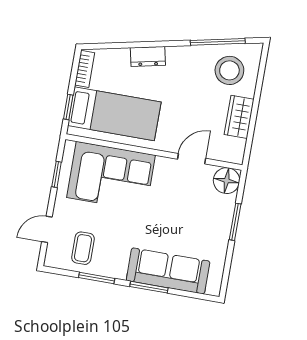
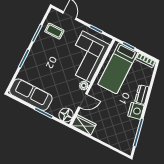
nightstand: (180, 58) -> (136, 111), added
stool: (229, 70) -> (122, 134), removed
wardrobe: (239, 117) -> (84, 125), moved
door: (192, 159) -> (83, 101), hinge flipped
plant: (164, 165) -> (84, 86), added
sofa: (168, 271) -> (31, 95), moved, turned -90

